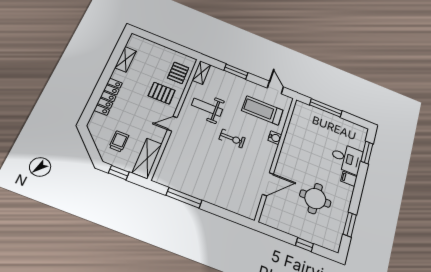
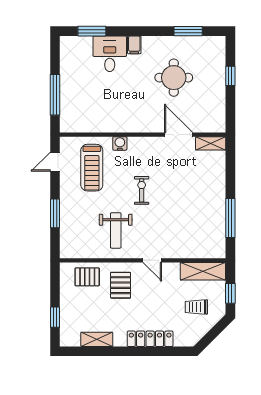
window: (156, 39) -> (55, 317), added
shelving: (201, 73) -> (211, 143), moved

